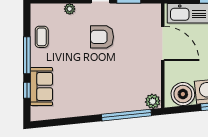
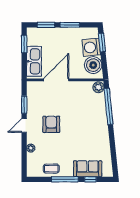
armchair: (102, 37) -> (51, 124), turned 180

